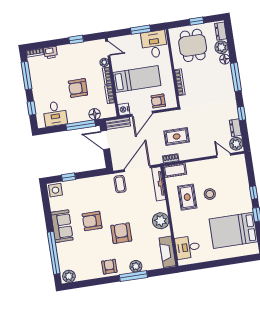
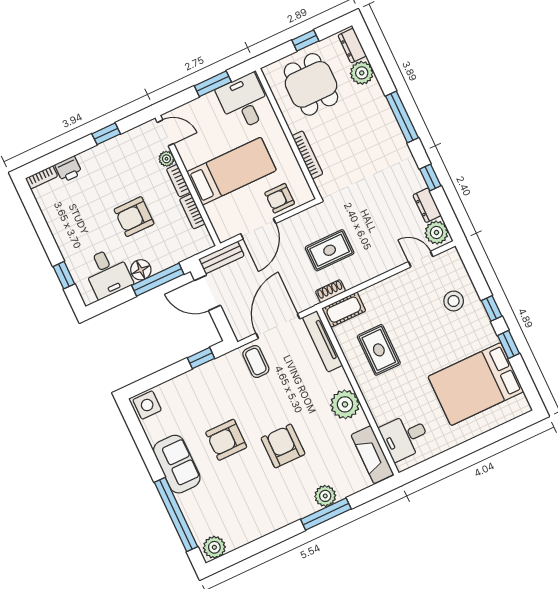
floor lamp: (225, 59) -> (374, 92), removed
window: (27, 76) -> (39, 221), removed
nightstand: (124, 109) -> (224, 230), removed
floor lamp: (95, 114) -> (141, 270), moved
window: (69, 177) -> (201, 358), moved
stool: (210, 194) -> (454, 301), moved
armchair: (109, 267) -> (279, 510), removed

